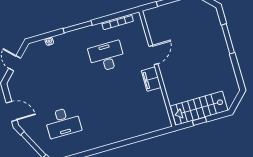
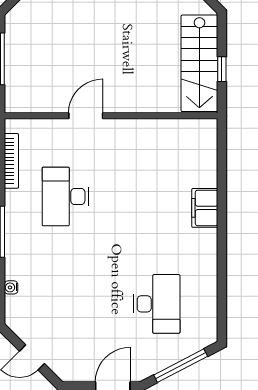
door: (153, 55) -> (86, 116), hinge flipped
filing cabinet: (151, 79) -> (205, 208), moved, turned 90

